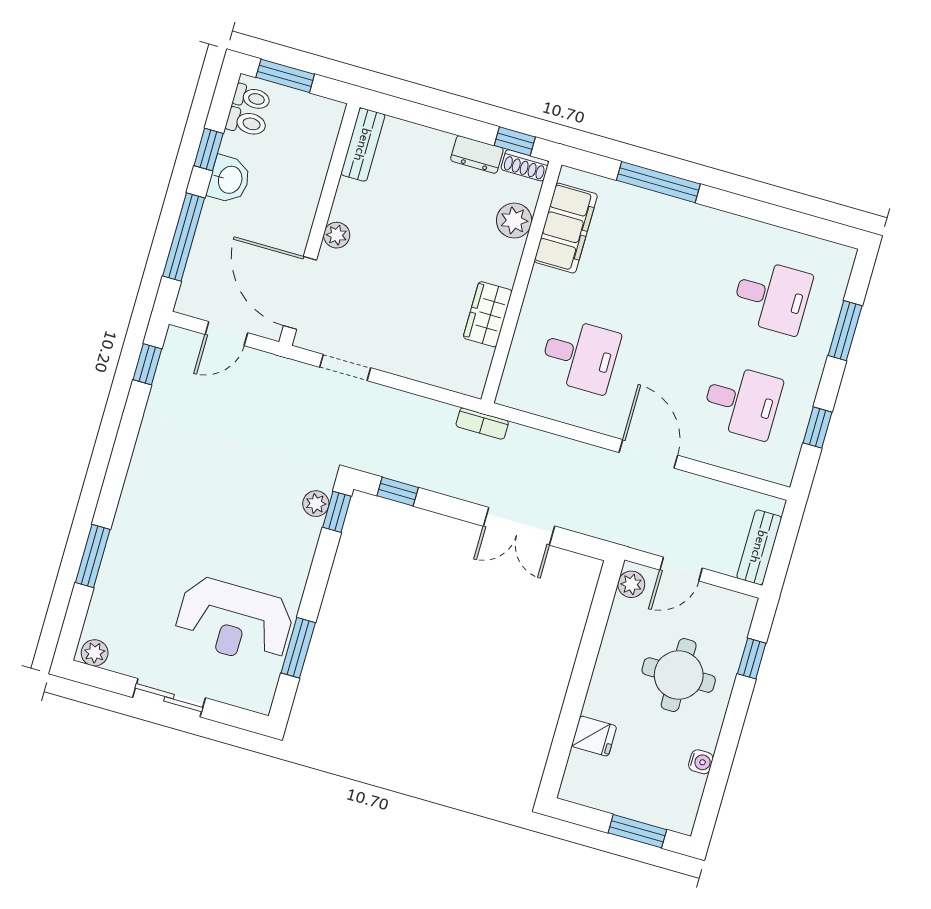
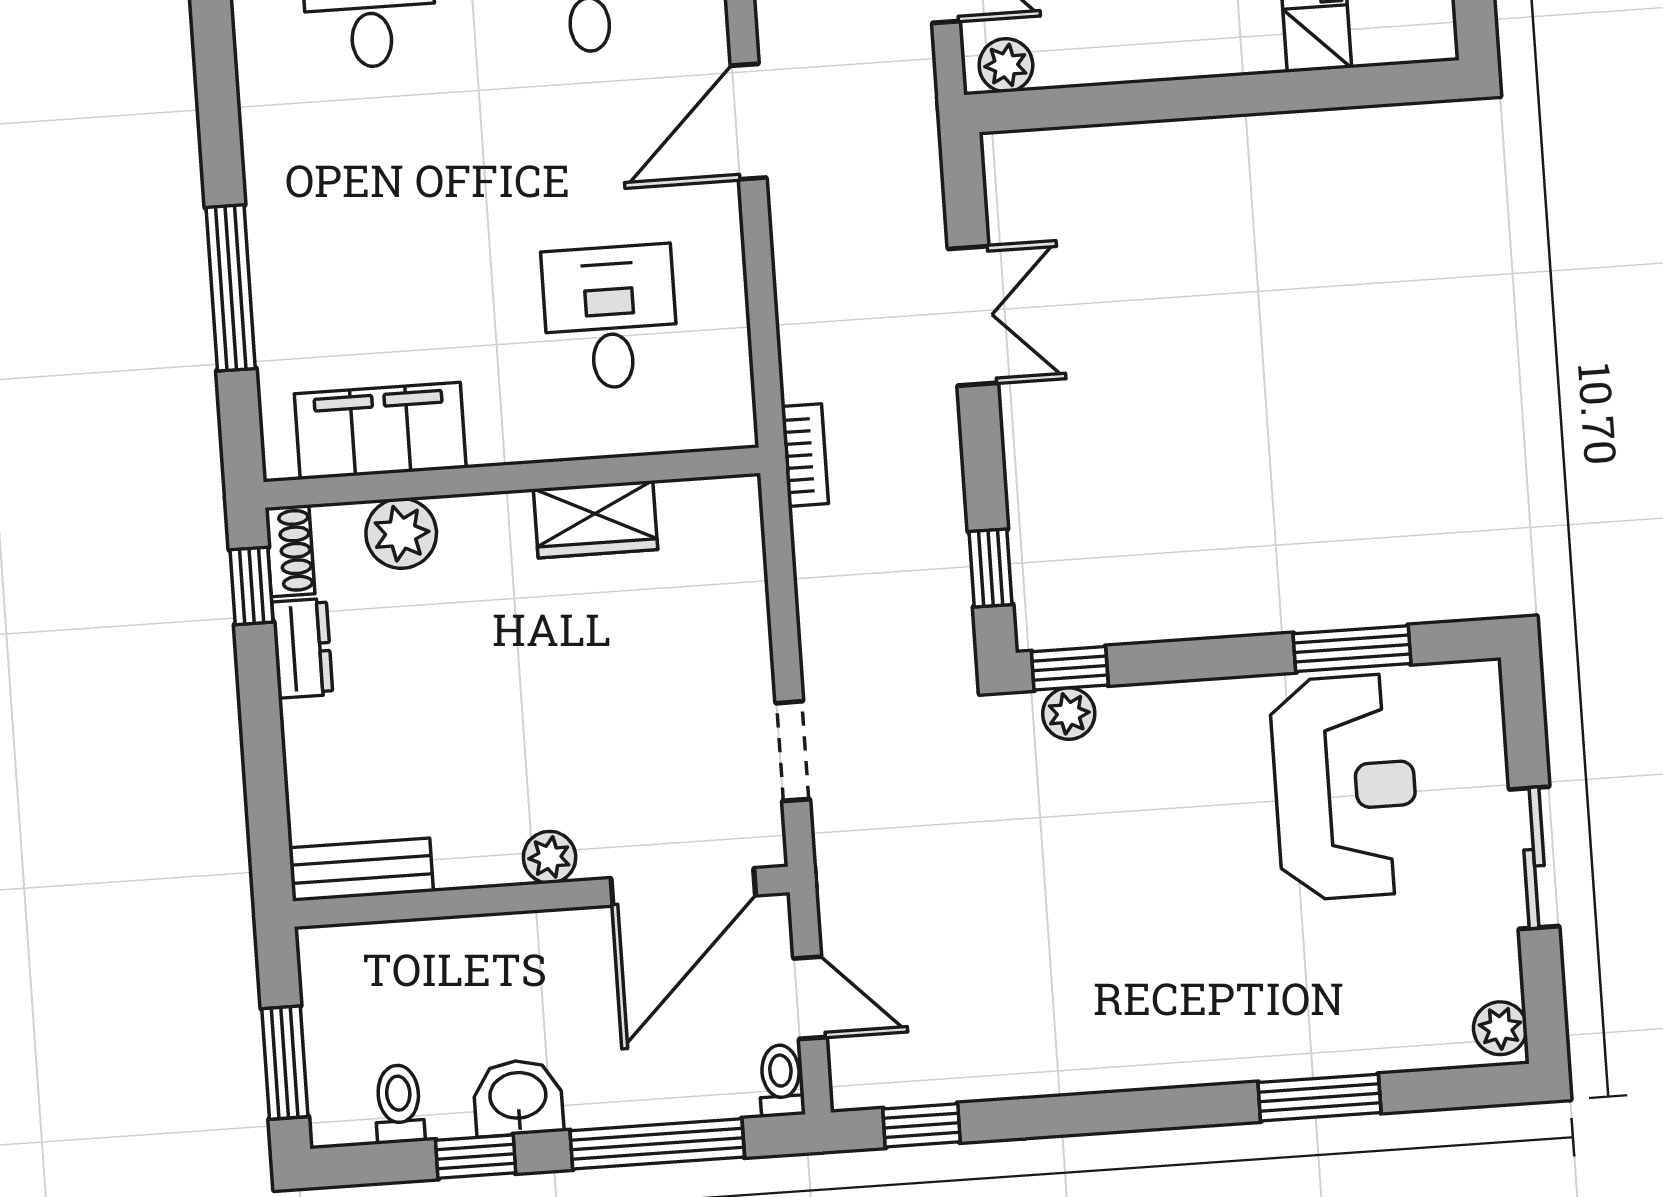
toilet: (252, 98) -> (781, 1080), moved

